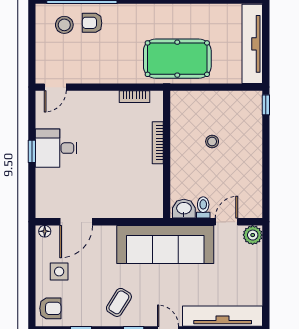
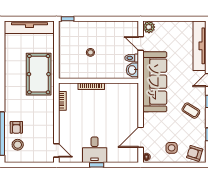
door: (76, 222) -> (141, 137), swing flipped
armchair: (50, 308) -> (195, 153), turned -73

